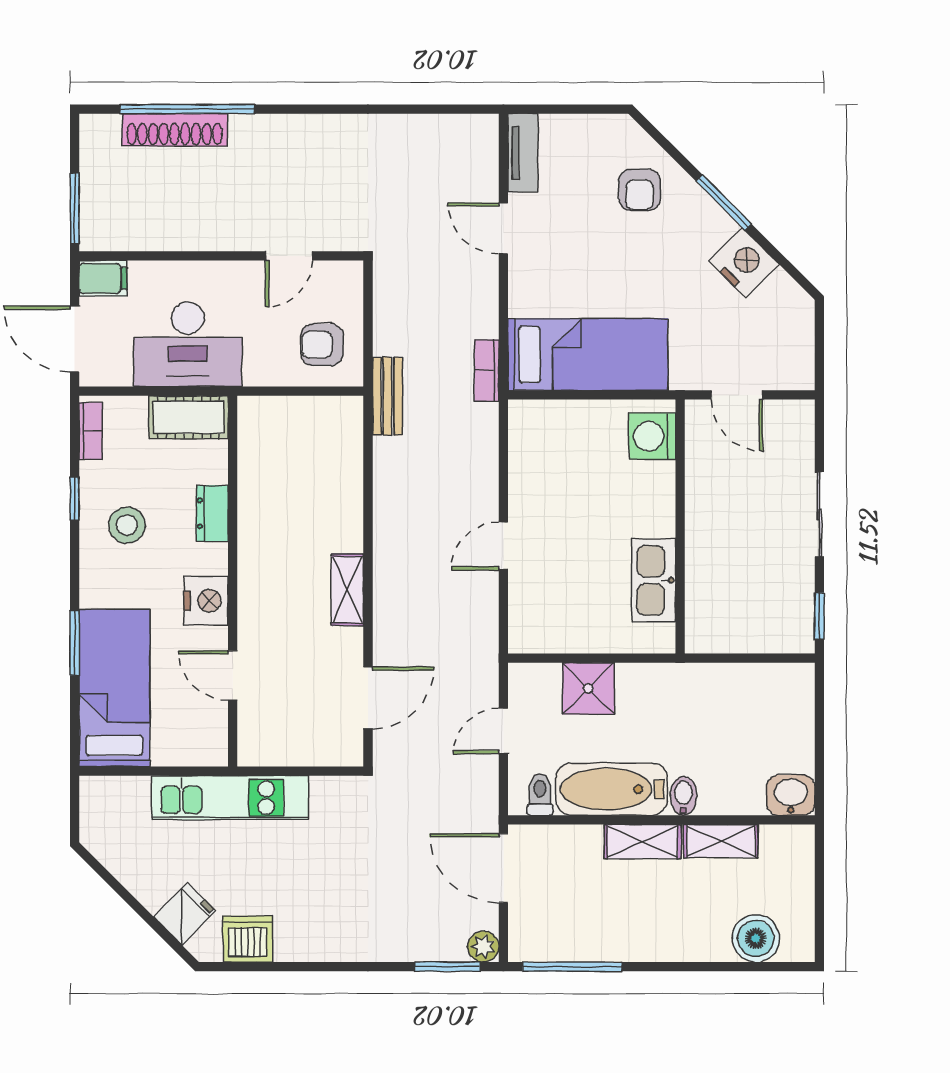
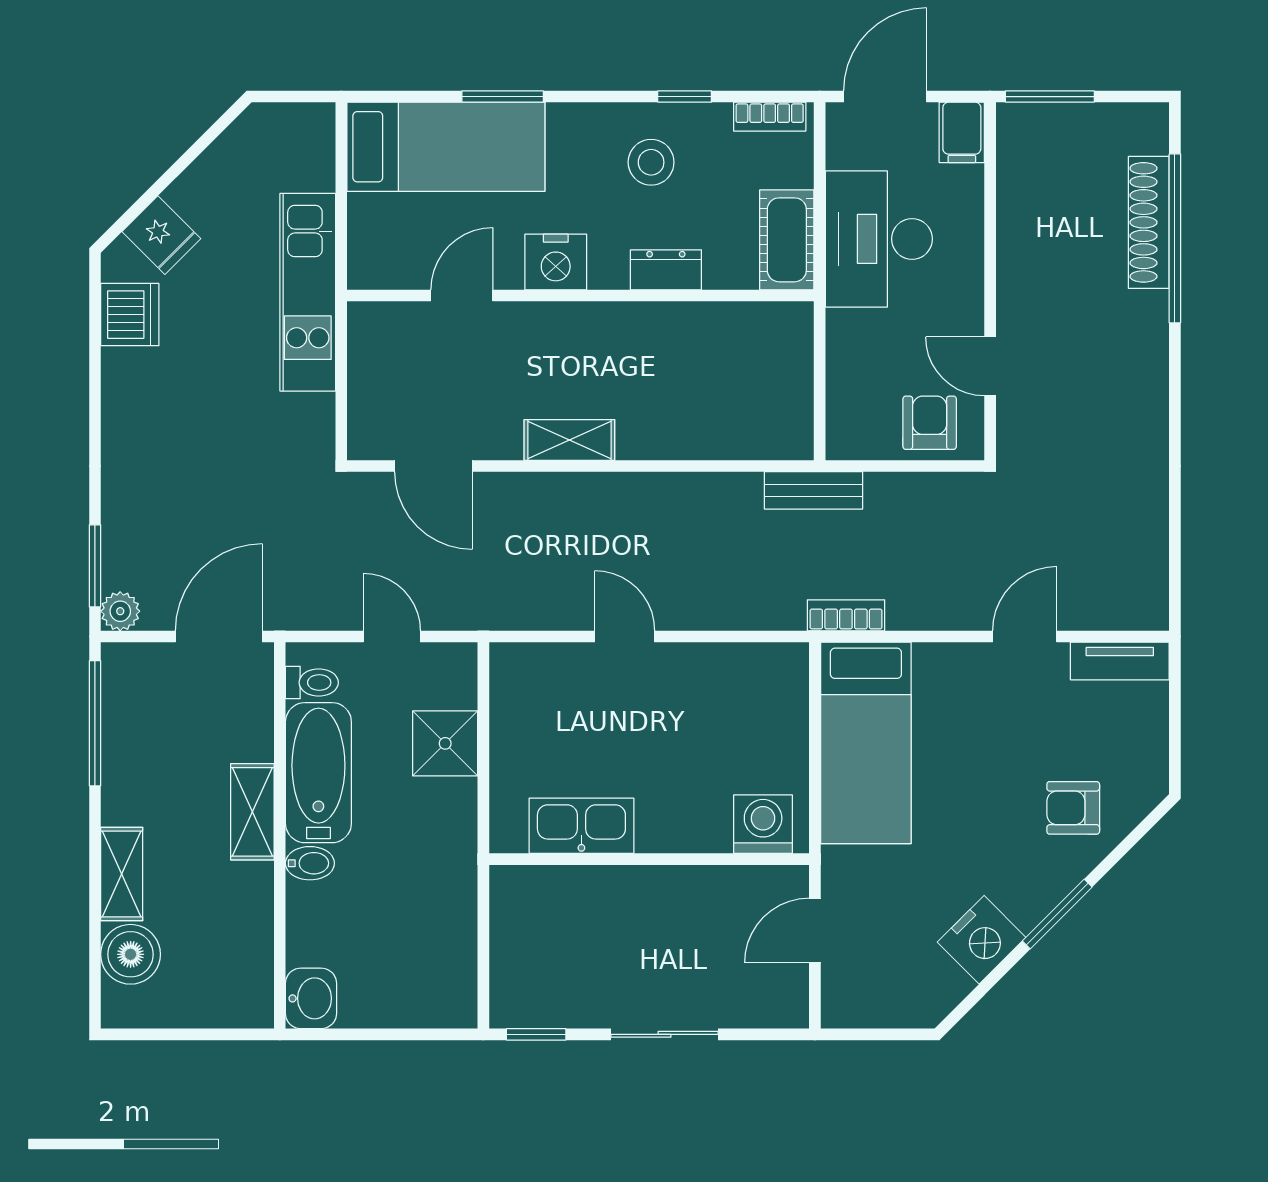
armchair: (322, 345) -> (930, 423), moved
shelving: (721, 841) -> (122, 874), moved

